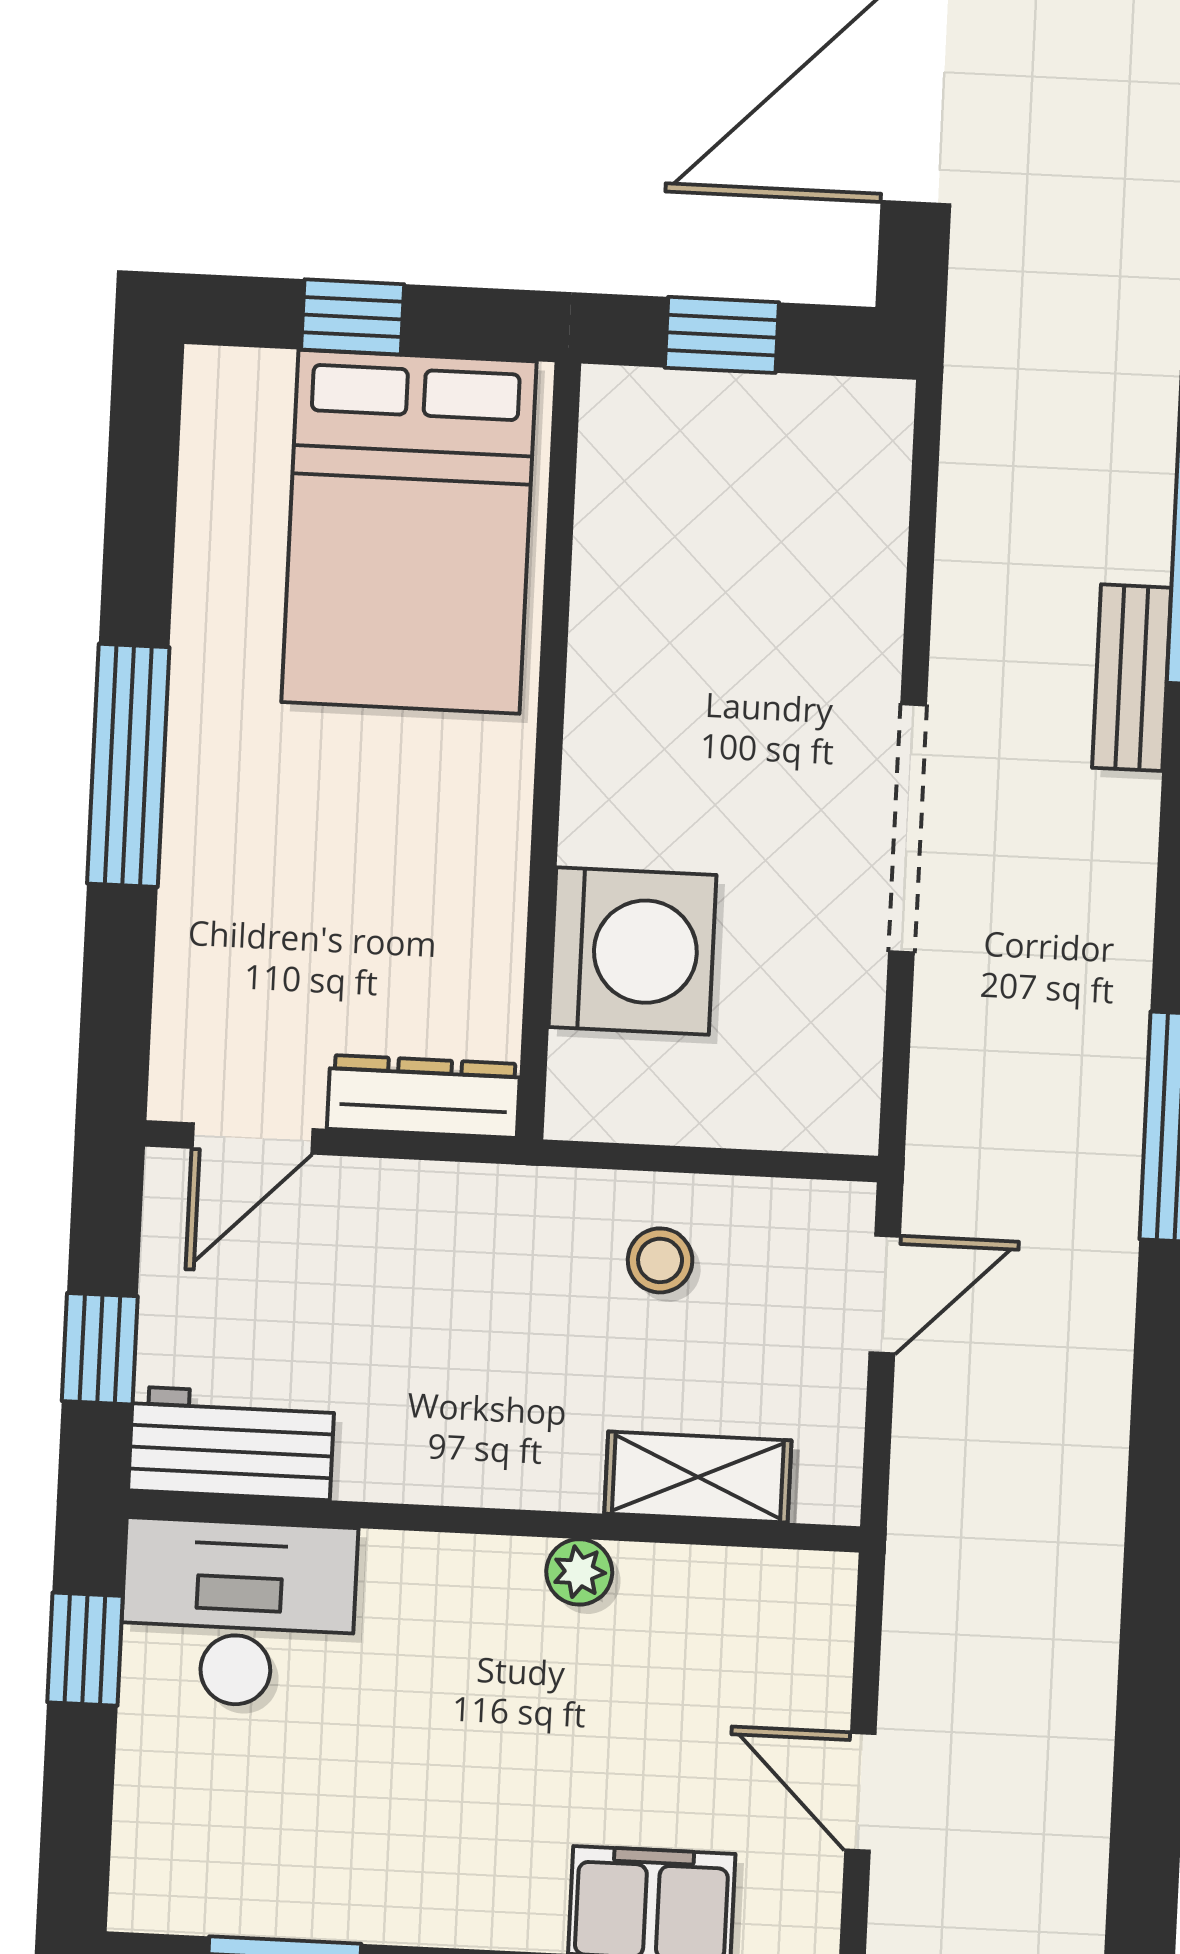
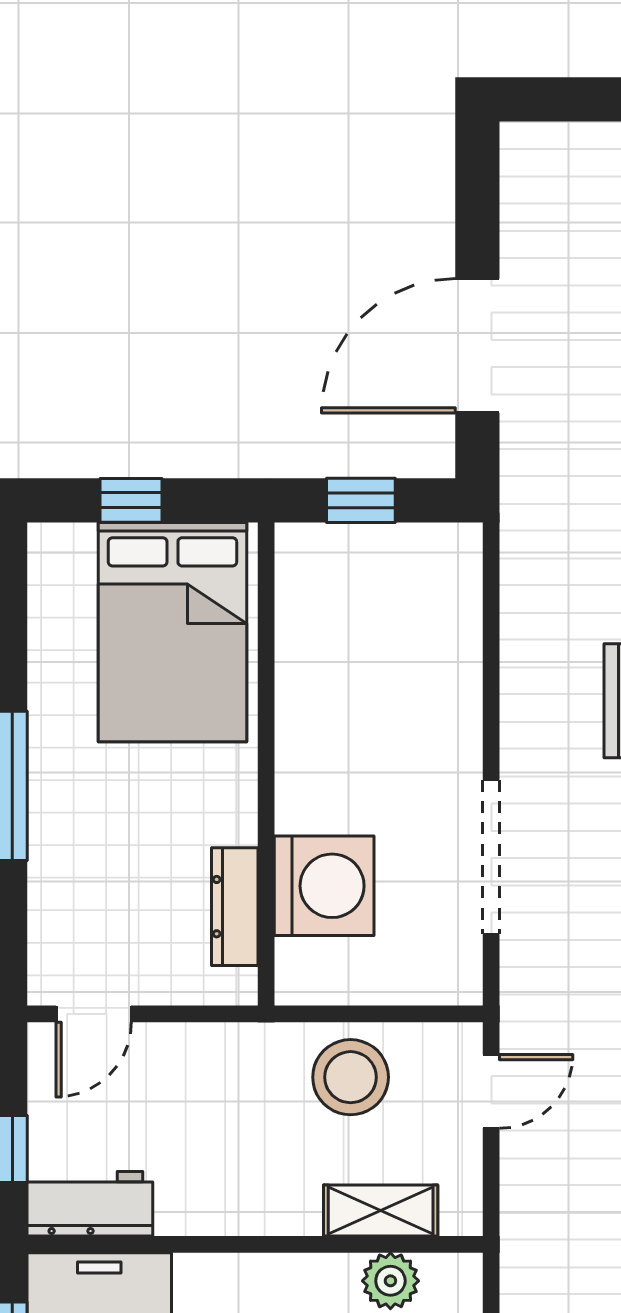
doorway: (908, 828) -> (491, 857), moved
dresser: (424, 1096) -> (235, 907), moved, turned -90
stool: (660, 1260) -> (351, 1077), width x1.89, depth x1.89
plant: (579, 1572) -> (390, 1281), moved, width x1.38, depth x1.38

